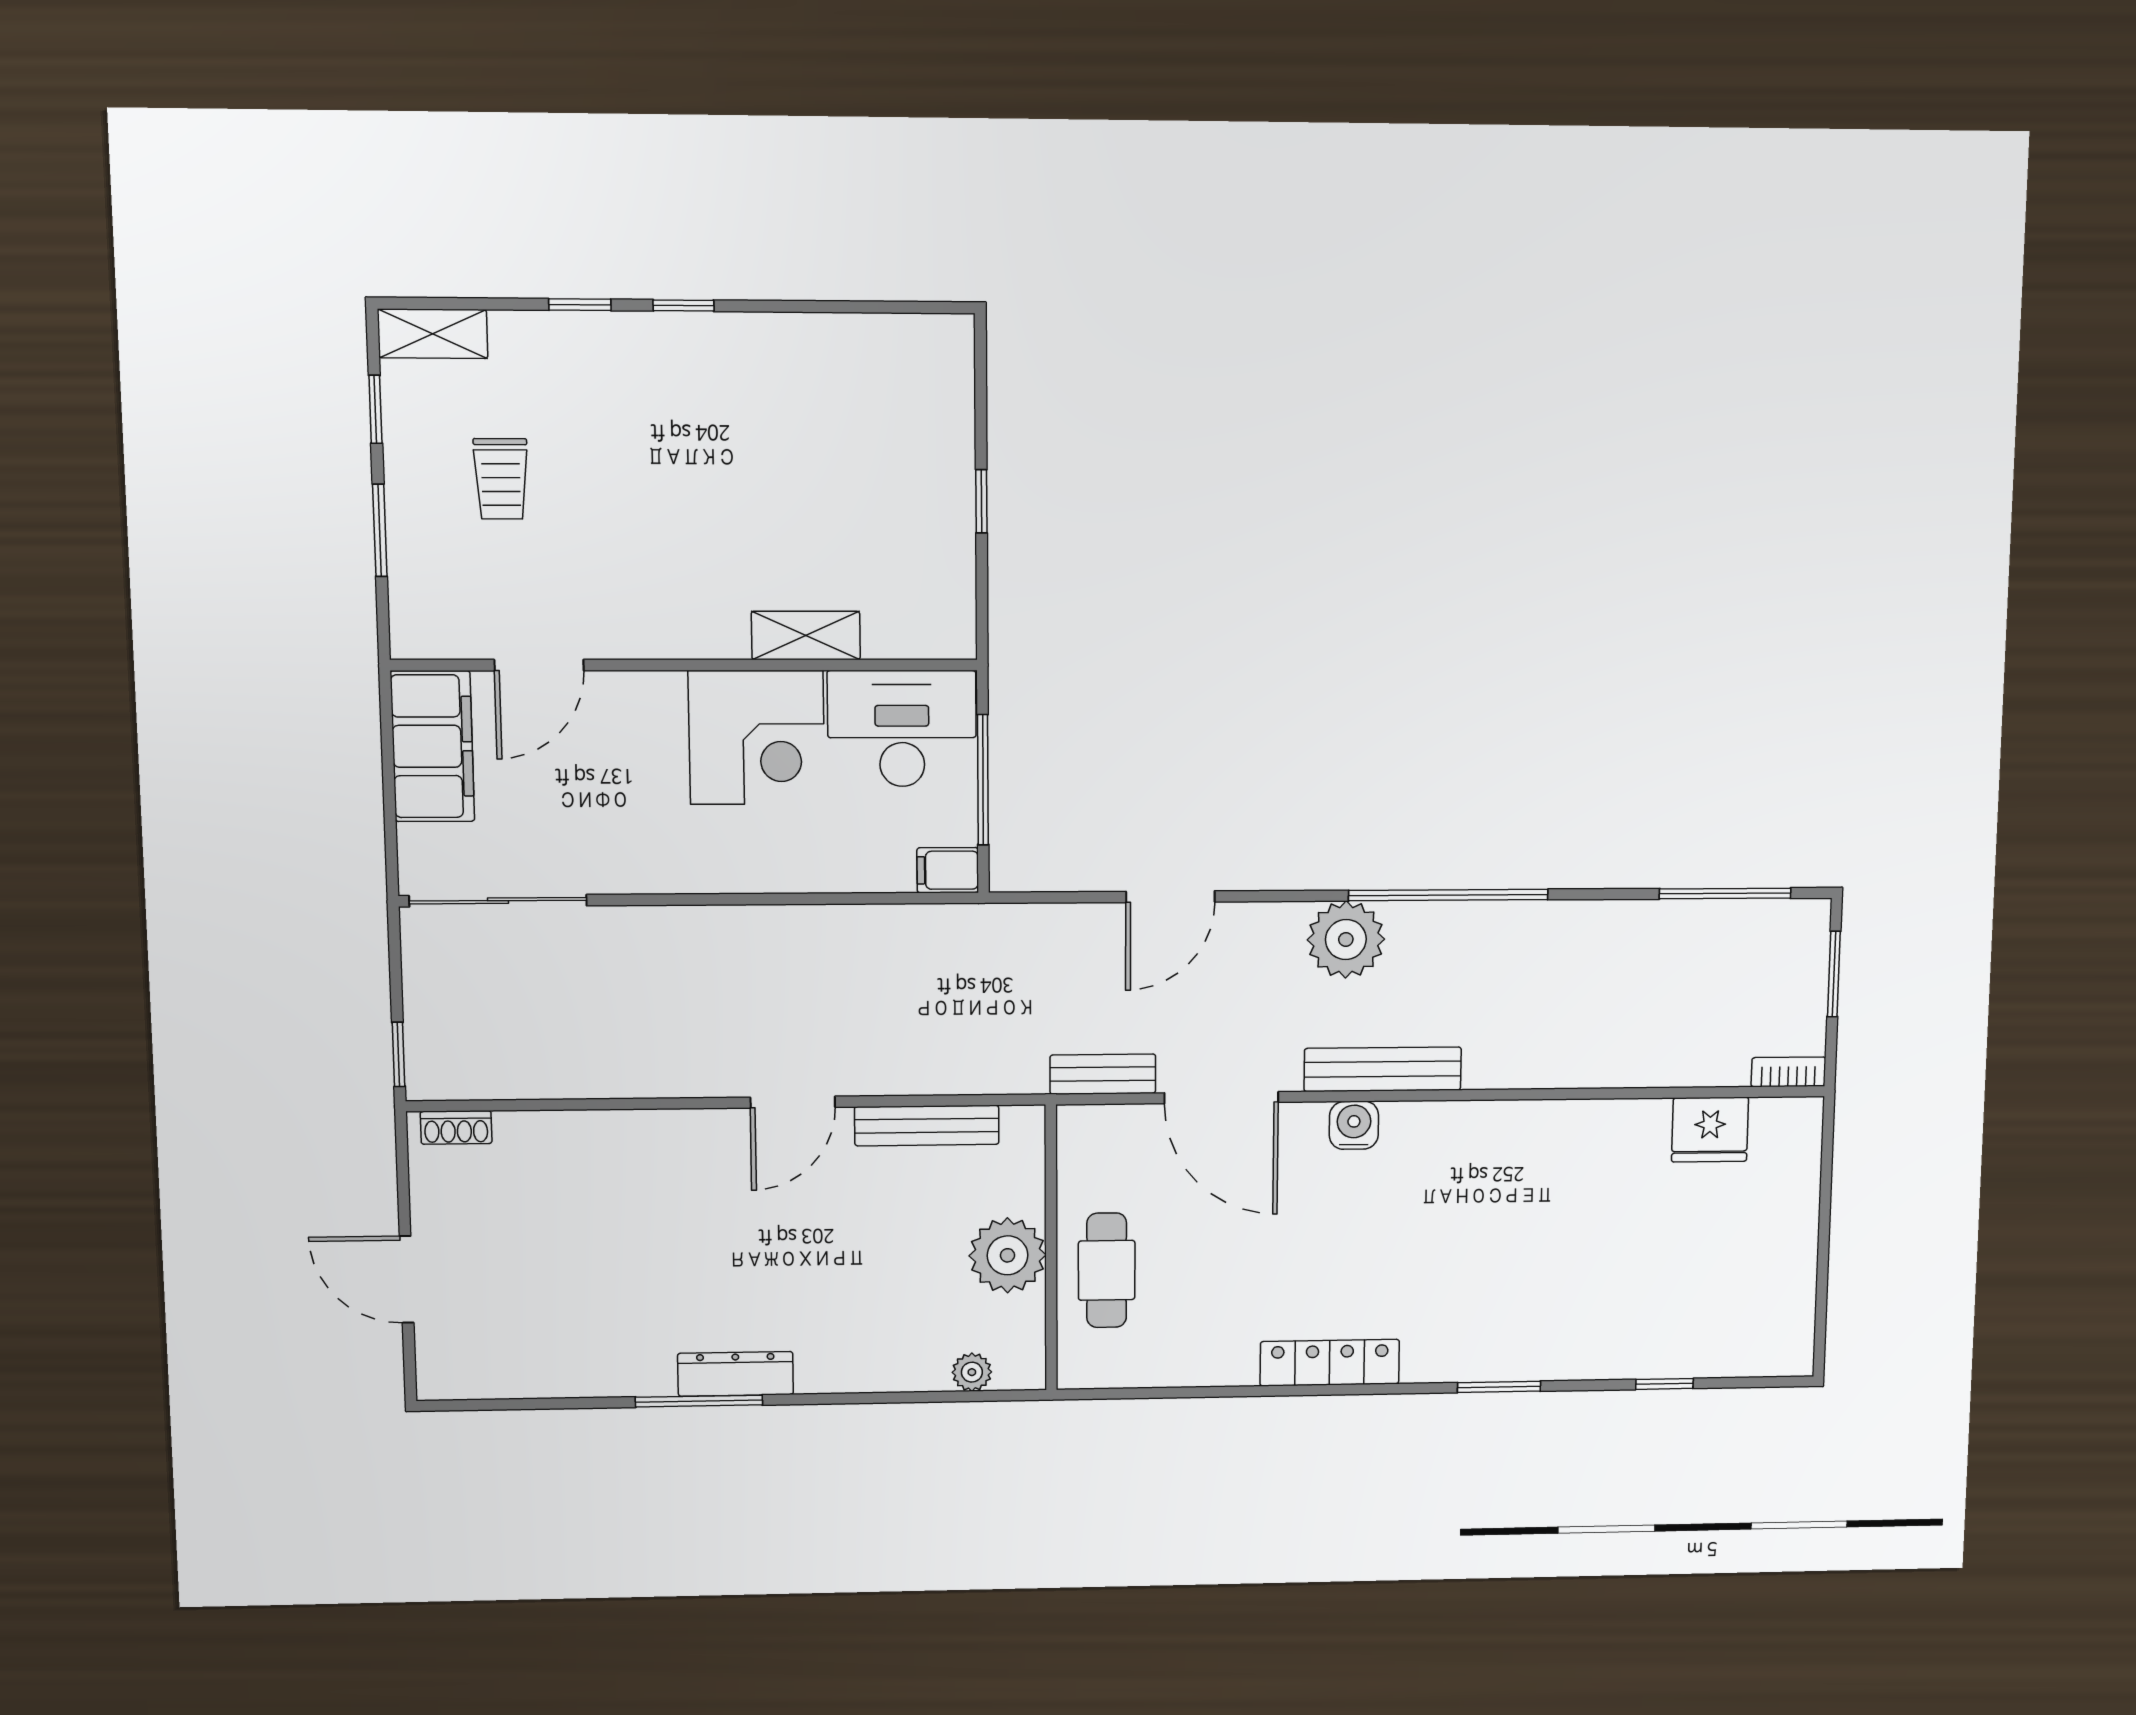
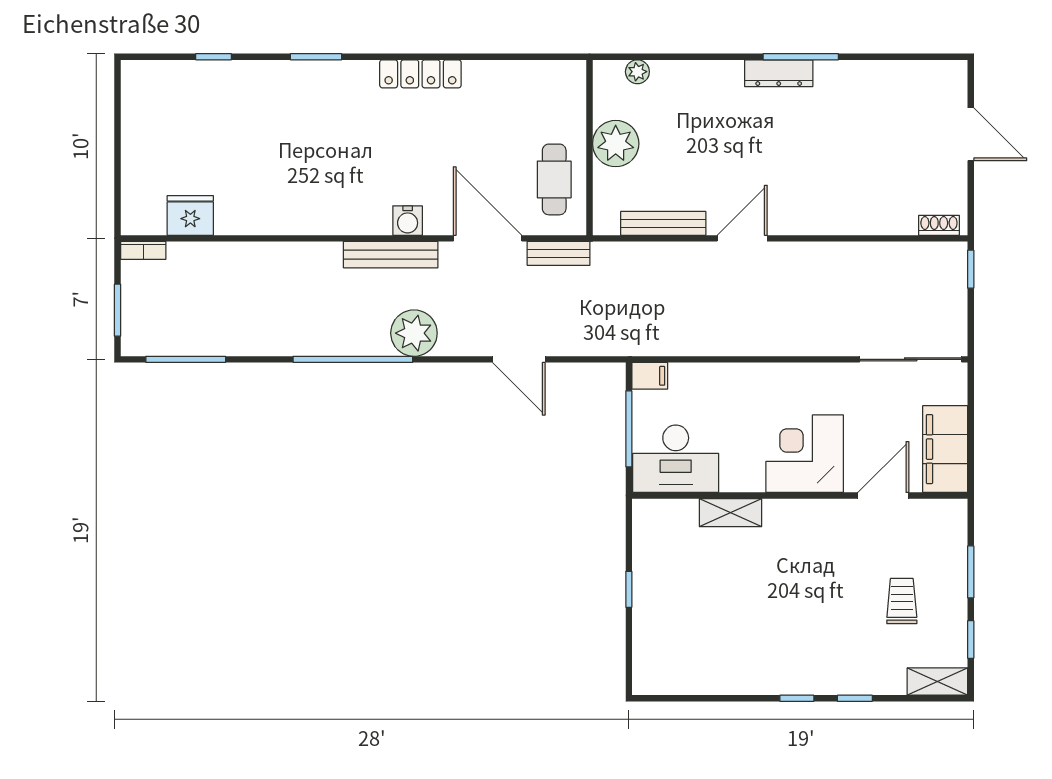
corner desk: (757, 738) -> (805, 454), moved
door: (1170, 897) -> (519, 359), swing flipped
cafe table: (1107, 1270) -> (554, 179), moved

